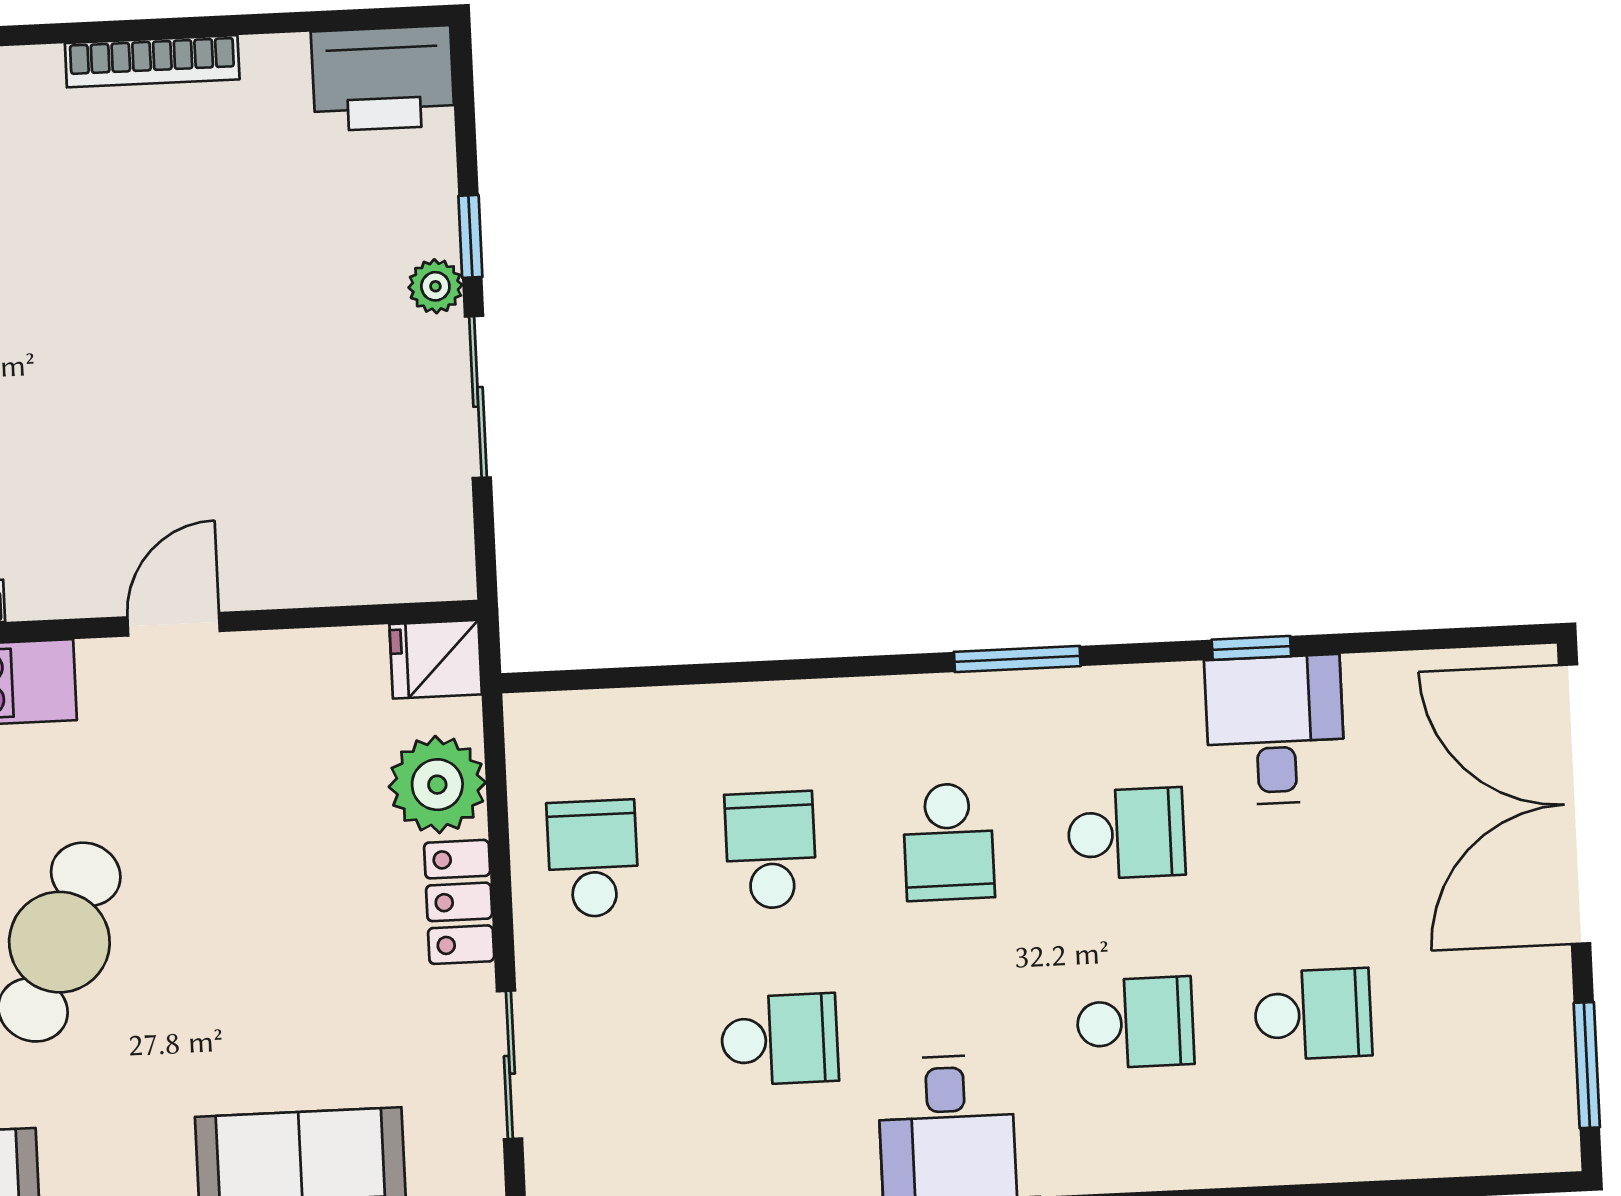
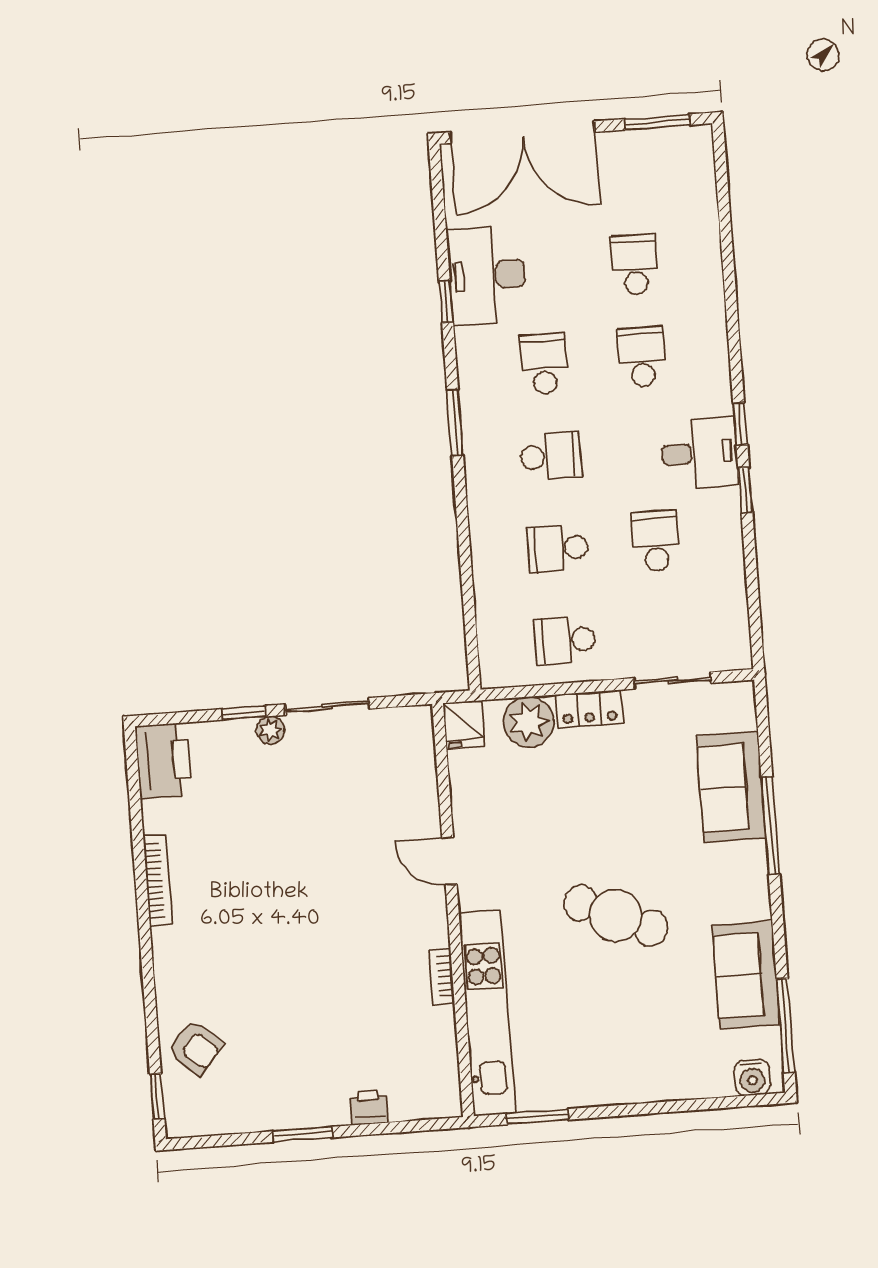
desk: (1275, 730) -> (487, 275), width x1.37

